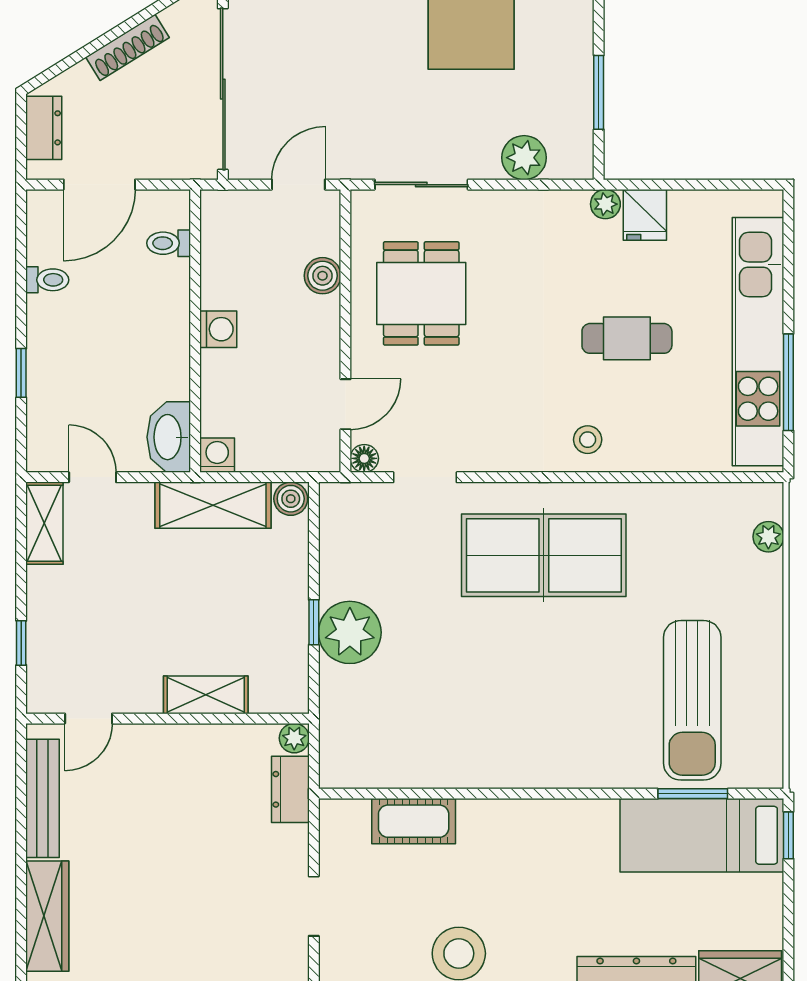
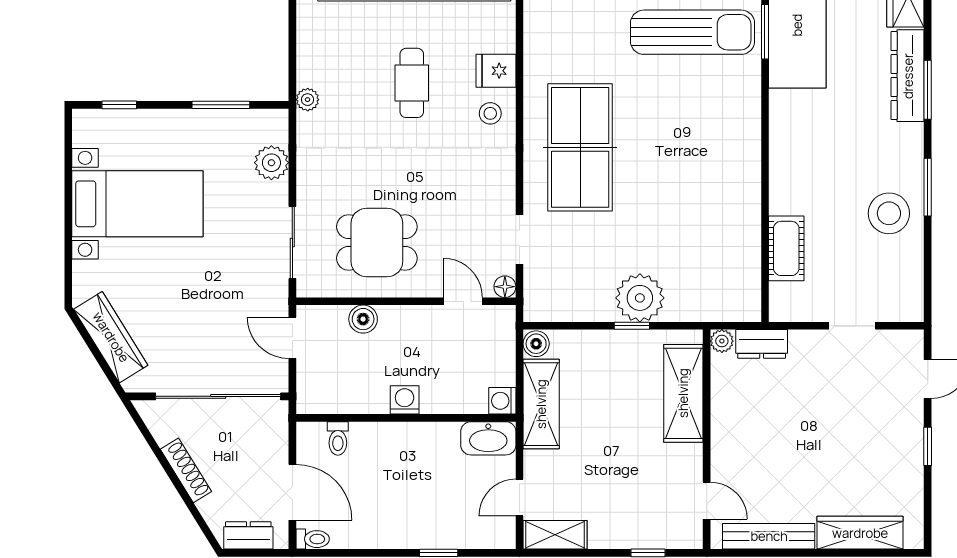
fridge: (645, 215) -> (496, 71), moved, turned 180
toilet: (47, 280) -> (313, 539), moved, turned 90
shelving: (206, 695) -> (683, 393), width x1.50, depth x1.33

